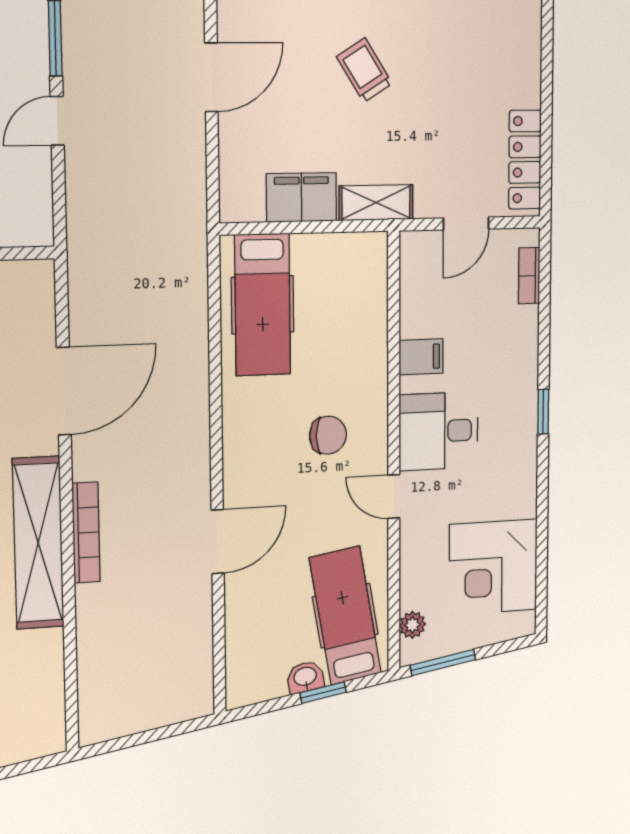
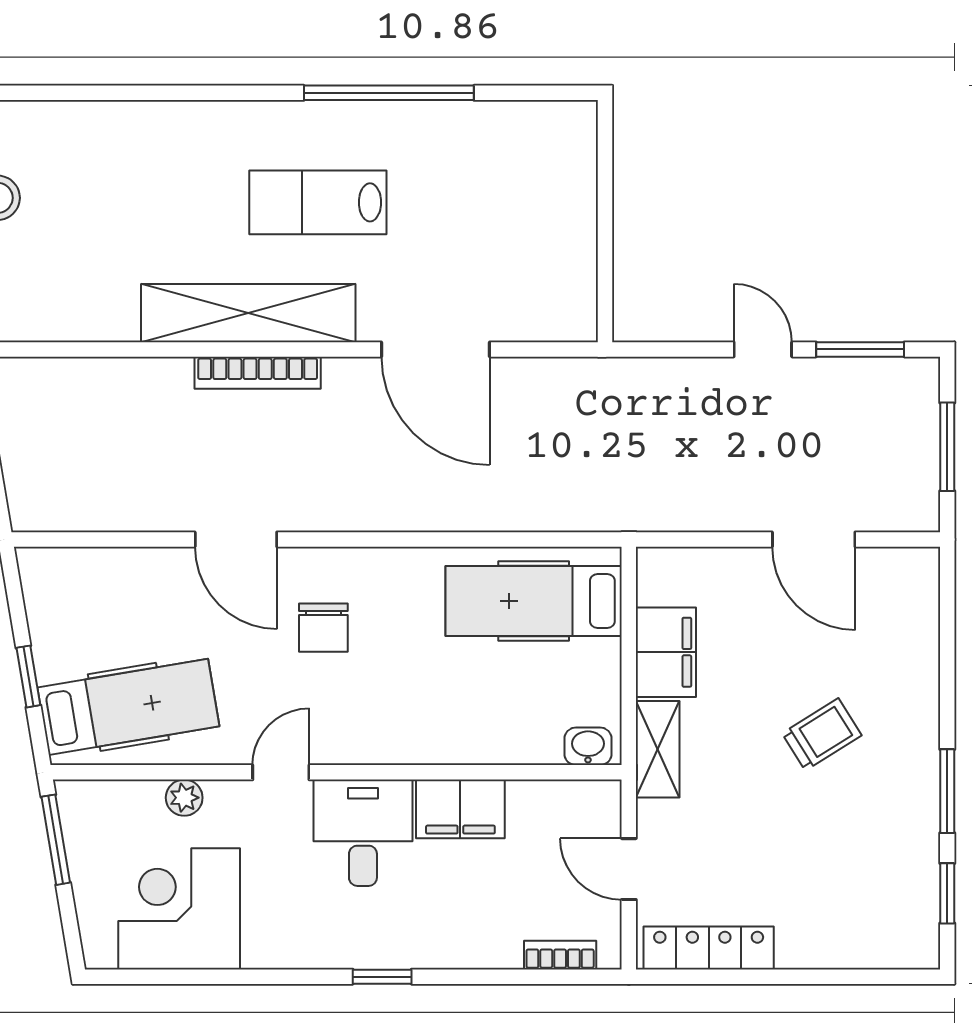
filing cabinet: (421, 357) -> (460, 809), width x2.00
chair: (328, 435) -> (323, 628), moved
plant: (412, 625) -> (184, 798), moved
washbasin: (305, 677) -> (588, 746), moved, turned -80

